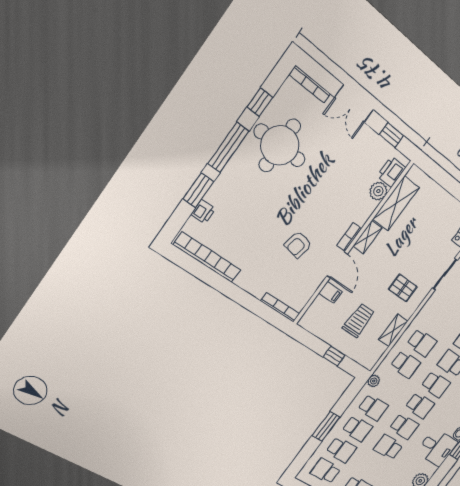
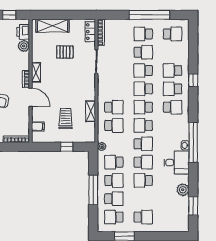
shelving: (396, 203) -> (52, 26), moved, turned 90
pallet: (403, 288) -> (65, 52), moved
filing cabinet: (330, 292) -> (38, 127), moved
school desk: (436, 385) -> (143, 125), turned 180
school desk: (373, 407) -> (114, 162), turned 180
window: (326, 426) -> (93, 190), width x1.44

